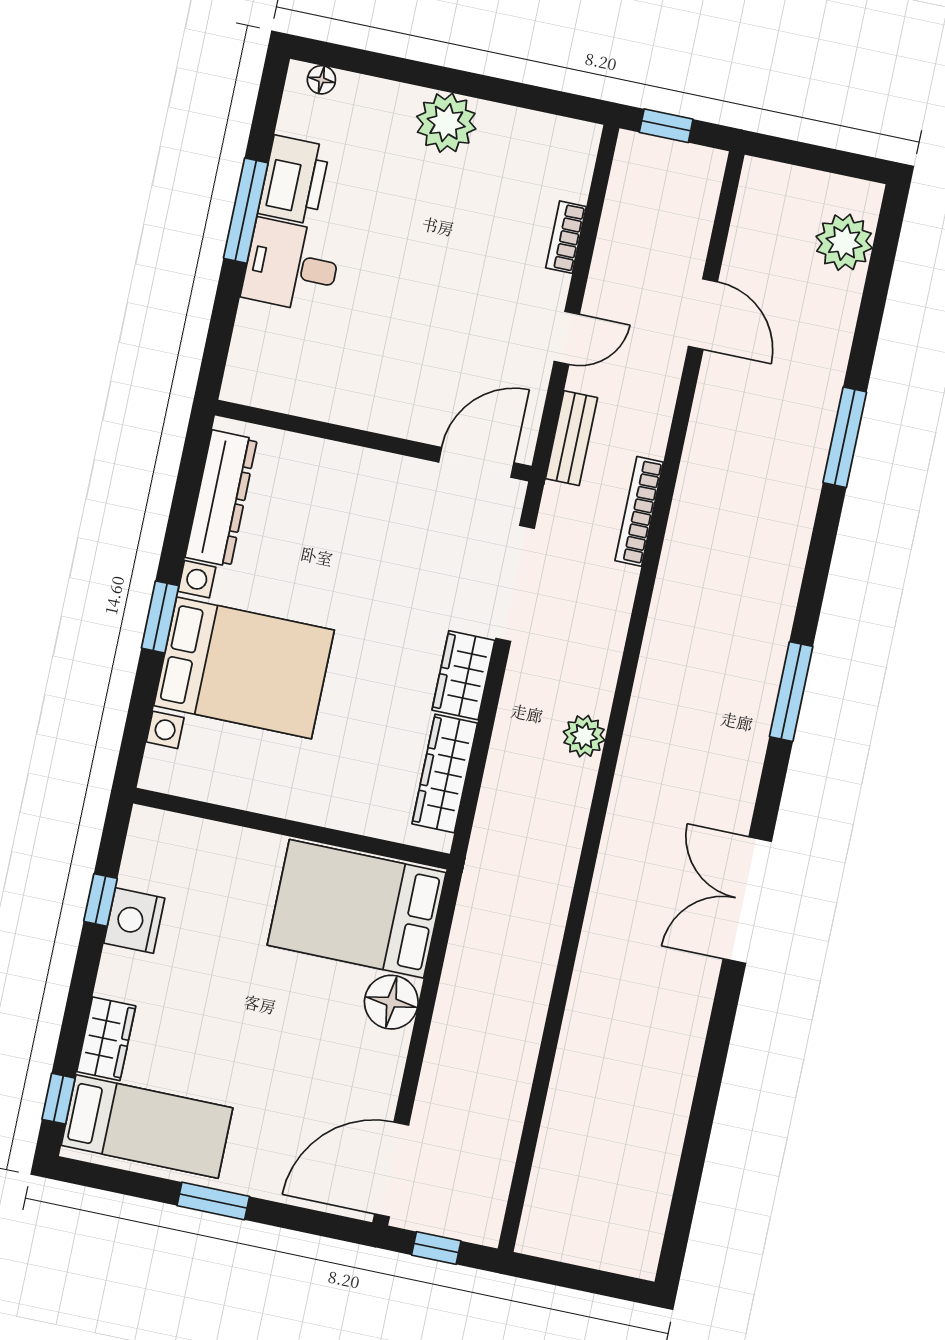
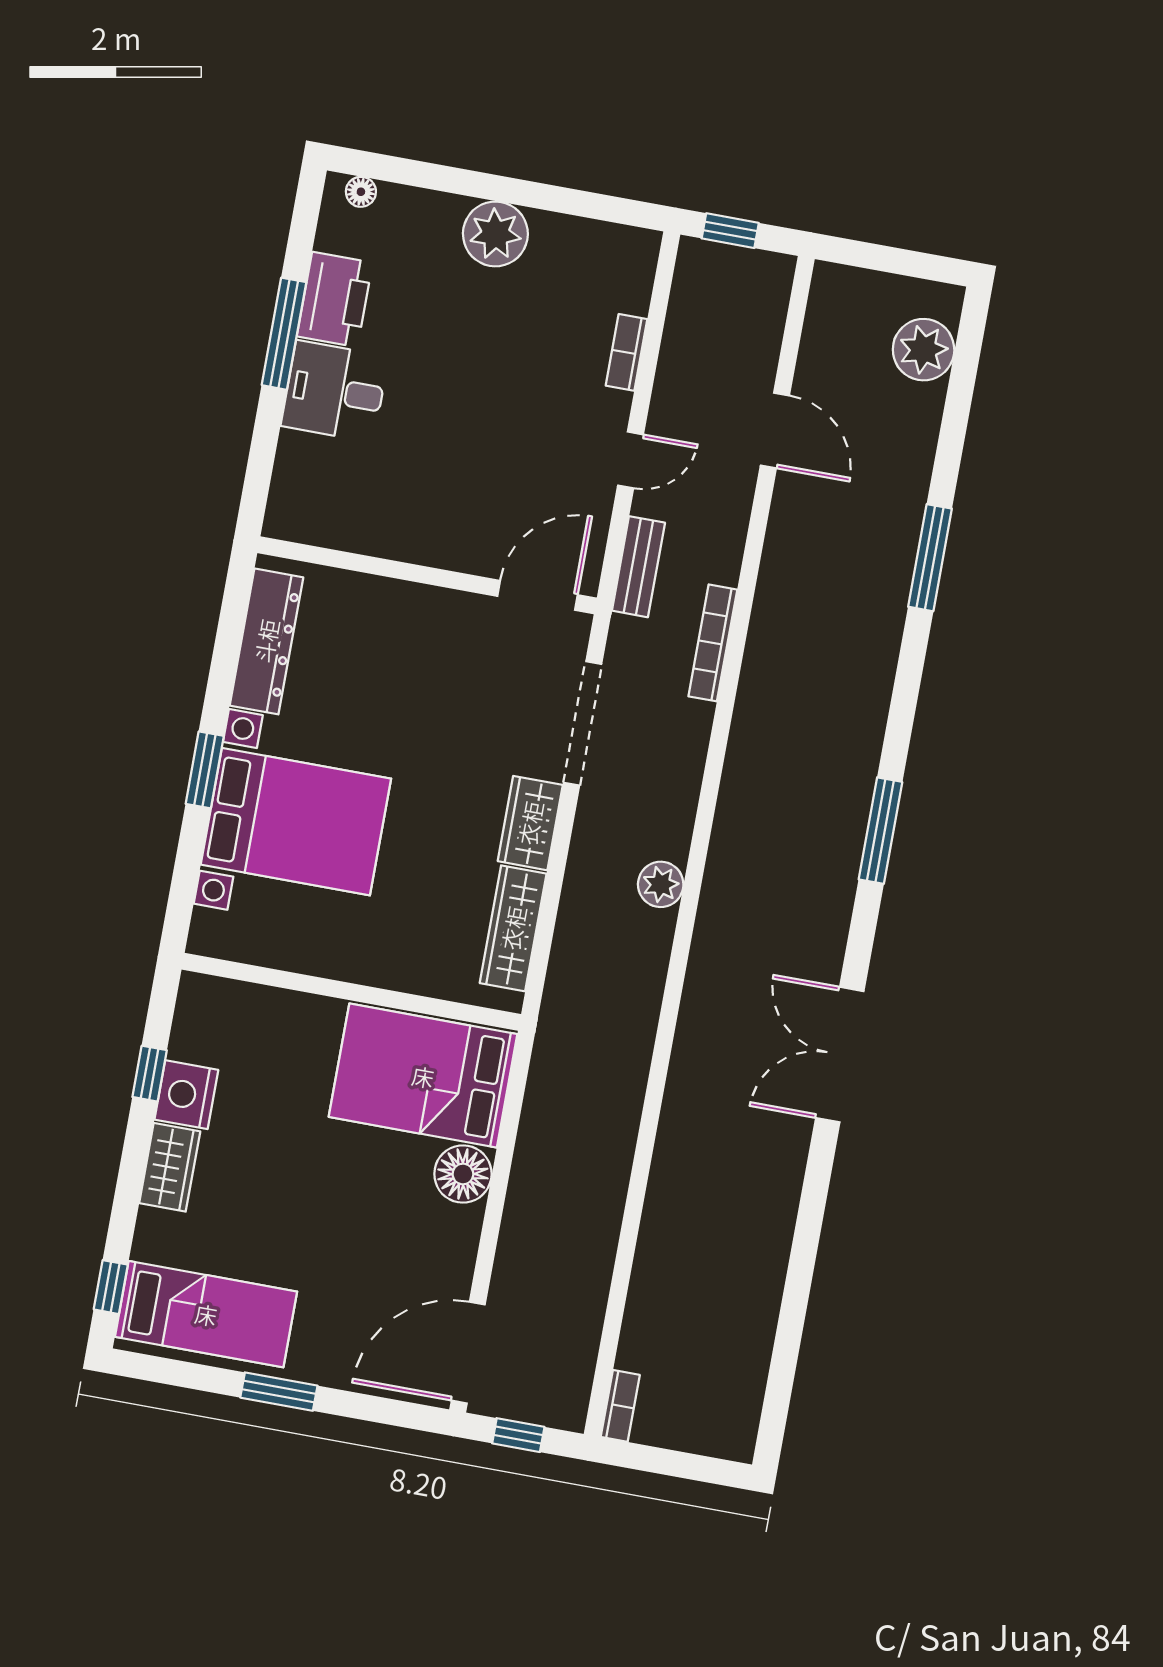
wardrobe: (106, 1039) -> (170, 1167), moved
bookcase: (532, 1223) -> (620, 1406), added

